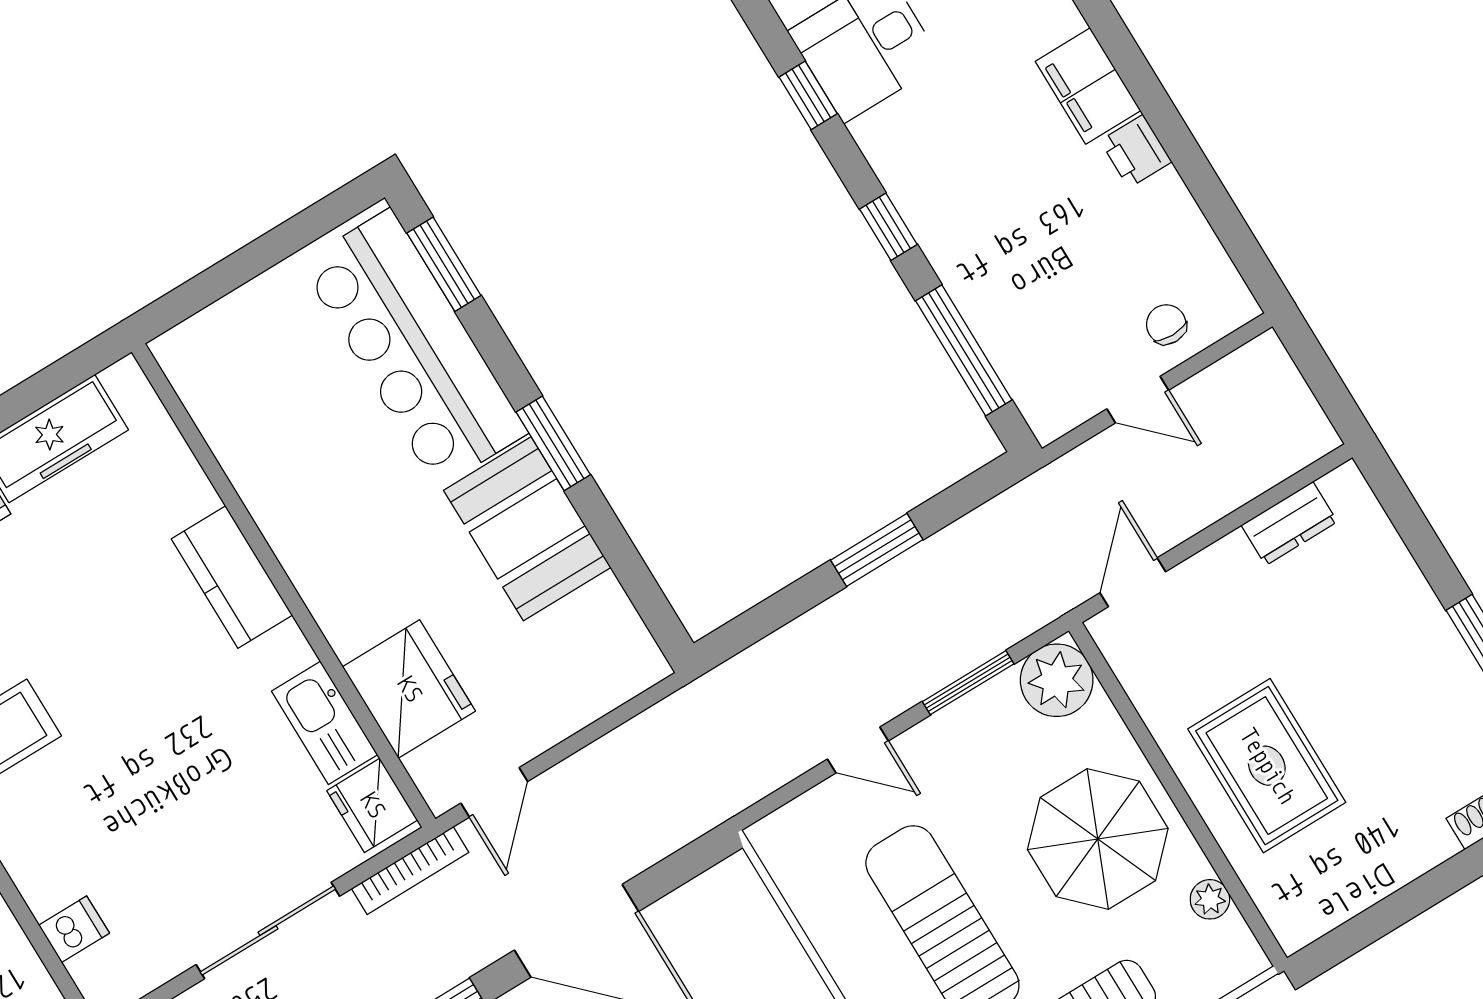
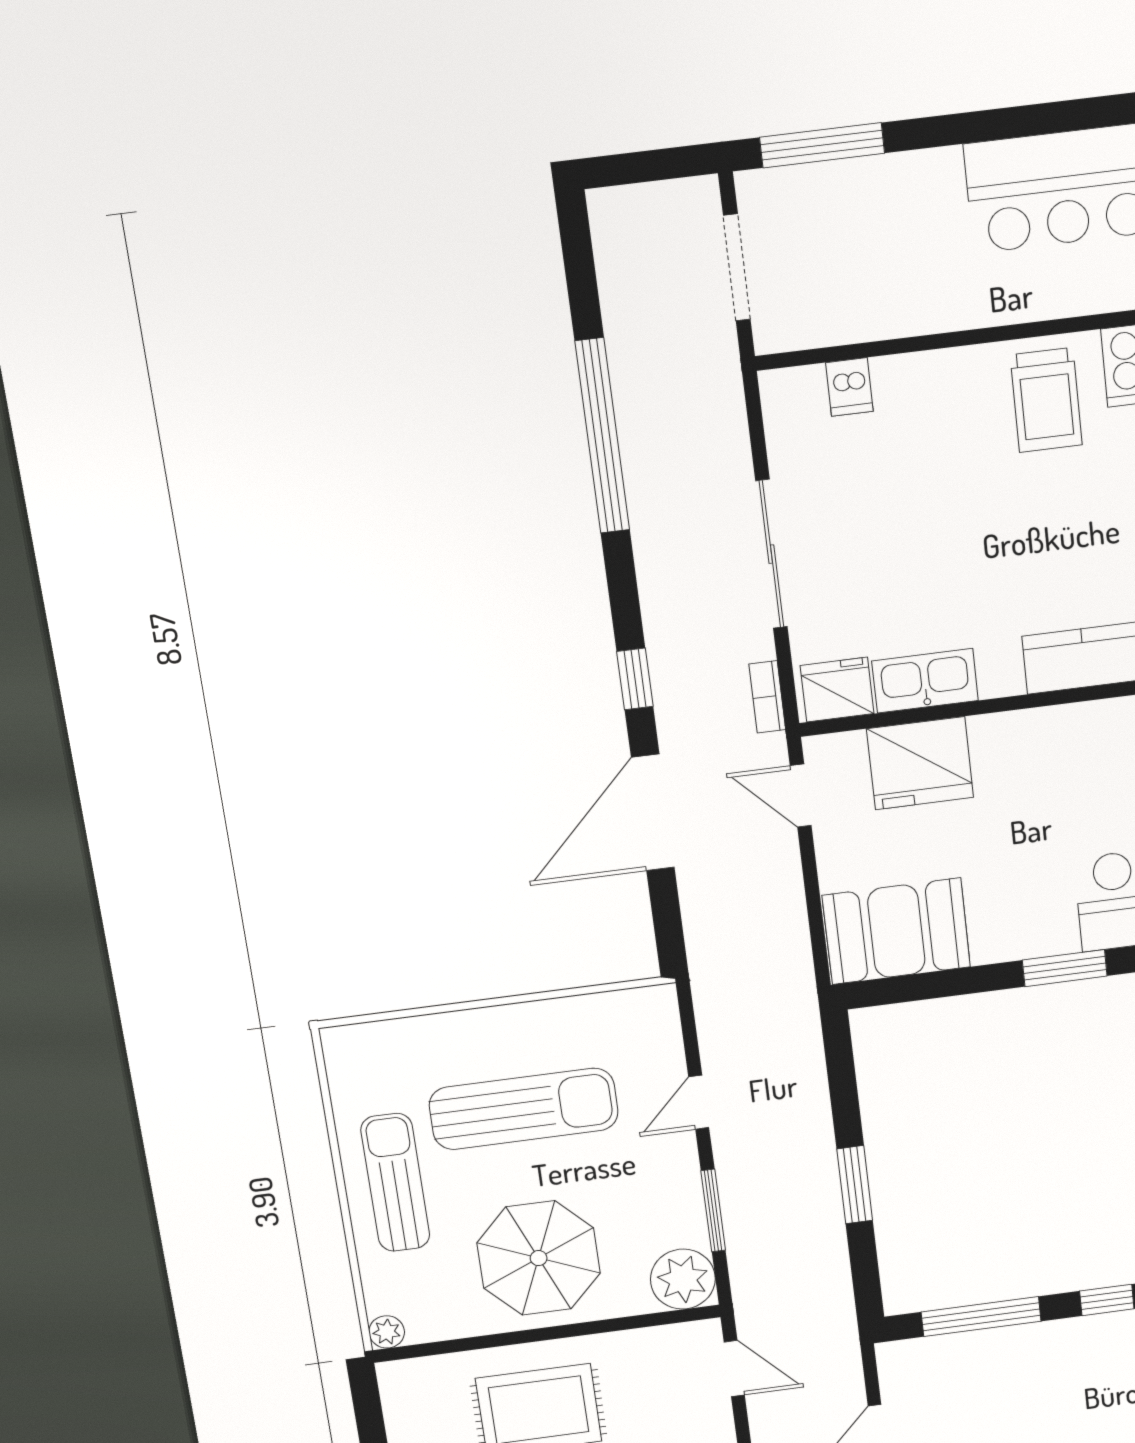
booth: (527, 529) -> (896, 931), moved
bookcase: (410, 871) -> (767, 697), width x0.64
plant: (1210, 899) -> (387, 1332), moved

